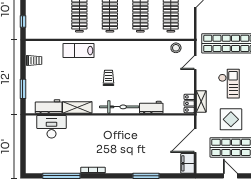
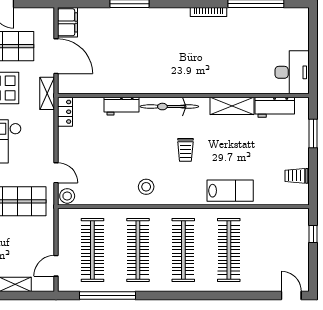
stool: (176, 48) -> (67, 196), moved
stool: (135, 53) -> (146, 187), added
door: (195, 63) -> (56, 173), hinge flipped
shelving: (201, 101) -> (47, 93), moved
desk: (51, 127) -> (292, 72), moved, turned -90
door: (195, 141) -> (56, 56), hinge flipped

